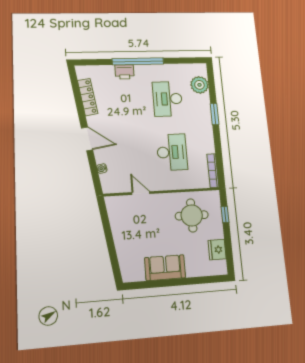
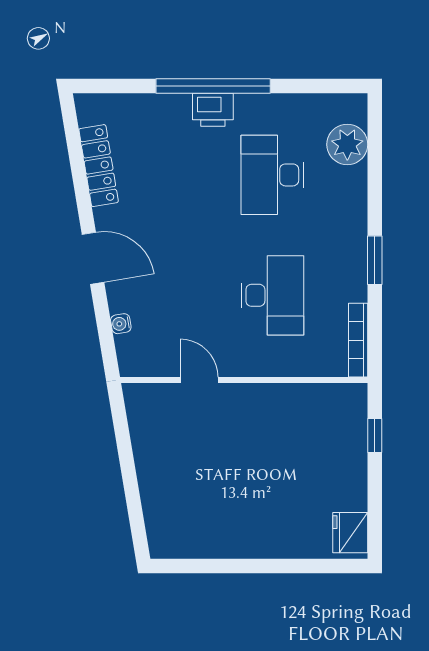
printer: (124, 72) -> (213, 110), moved
window: (215, 114) -> (375, 260), moved
round table: (192, 215) -> (303, 433), removed
fridge: (217, 250) -> (350, 533), moved
sofa: (165, 268) -> (238, 536), removed

